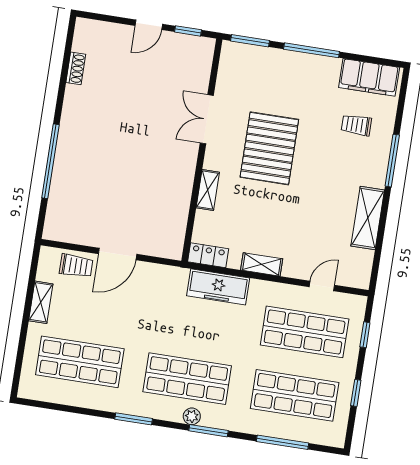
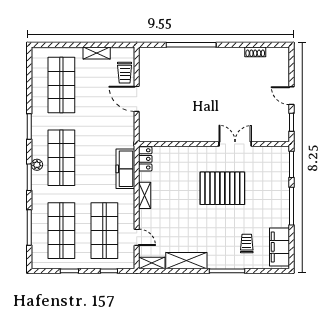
shelving: (208, 190) -> (152, 263), moved

